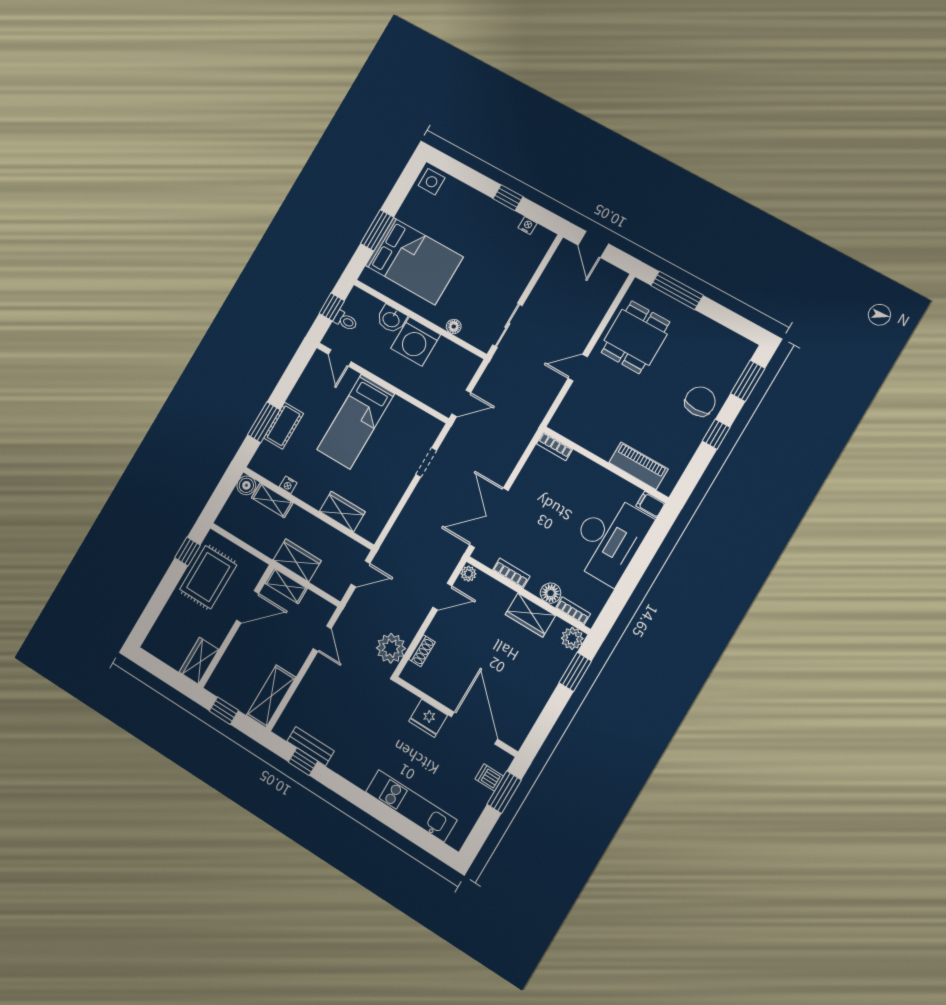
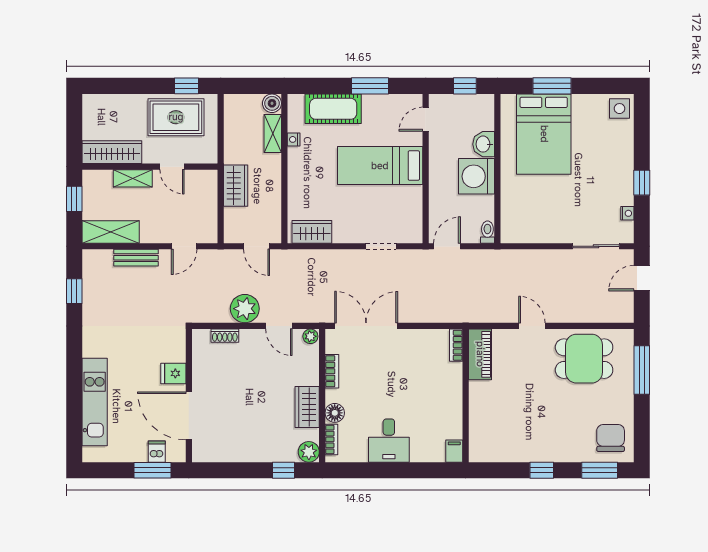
toilet: (346, 321) -> (487, 232), moved, turned 180
sliding door: (507, 325) -> (596, 246), moved
floor lamp: (454, 327) -> (508, 201), removed
chair: (700, 401) -> (611, 438), moved, turned -90
door: (461, 403) -> (447, 246), swing flipped
window: (264, 422) -> (370, 86), moved
cot: (284, 426) -> (333, 109), width x1.37, depth x1.34
piano: (638, 466) -> (480, 354), moved
wardrobe: (342, 512) -> (312, 232), moved, turned -90
desk: (609, 539) -> (389, 441), width x0.53, depth x0.77
shelving: (286, 586) -> (133, 178), moved, turned 90
door: (248, 607) -> (172, 167), width x0.73
plant: (391, 648) -> (245, 309), moved
wardrobe: (199, 661) -> (112, 152), width x1.50
window: (575, 672) -> (283, 470), width x0.67
fridge: (428, 718) -> (173, 373), width x0.72
door: (474, 728) -> (189, 416), swing flipped
bench: (311, 746) -> (136, 258), moved, turned 90

